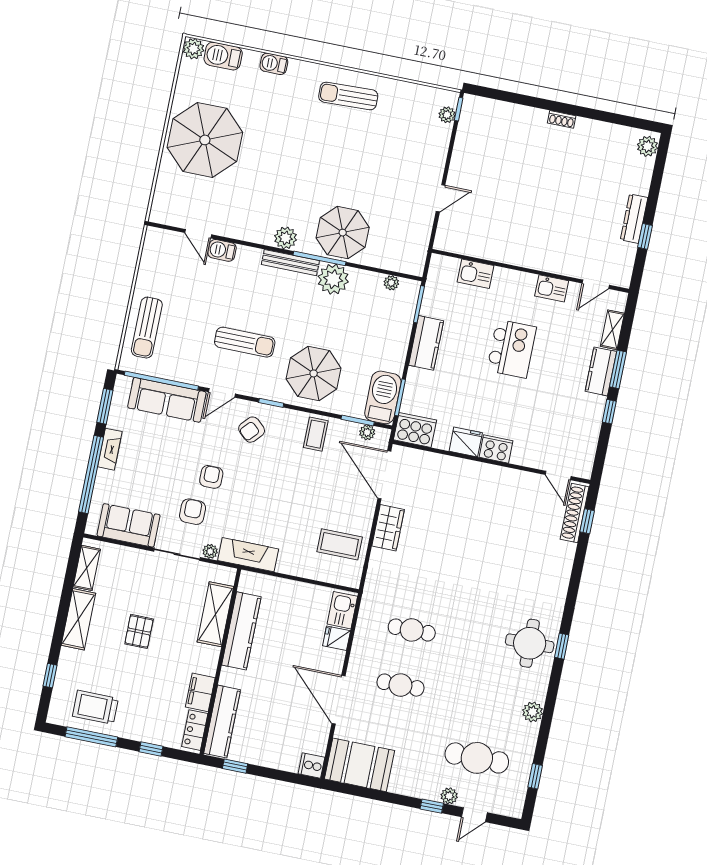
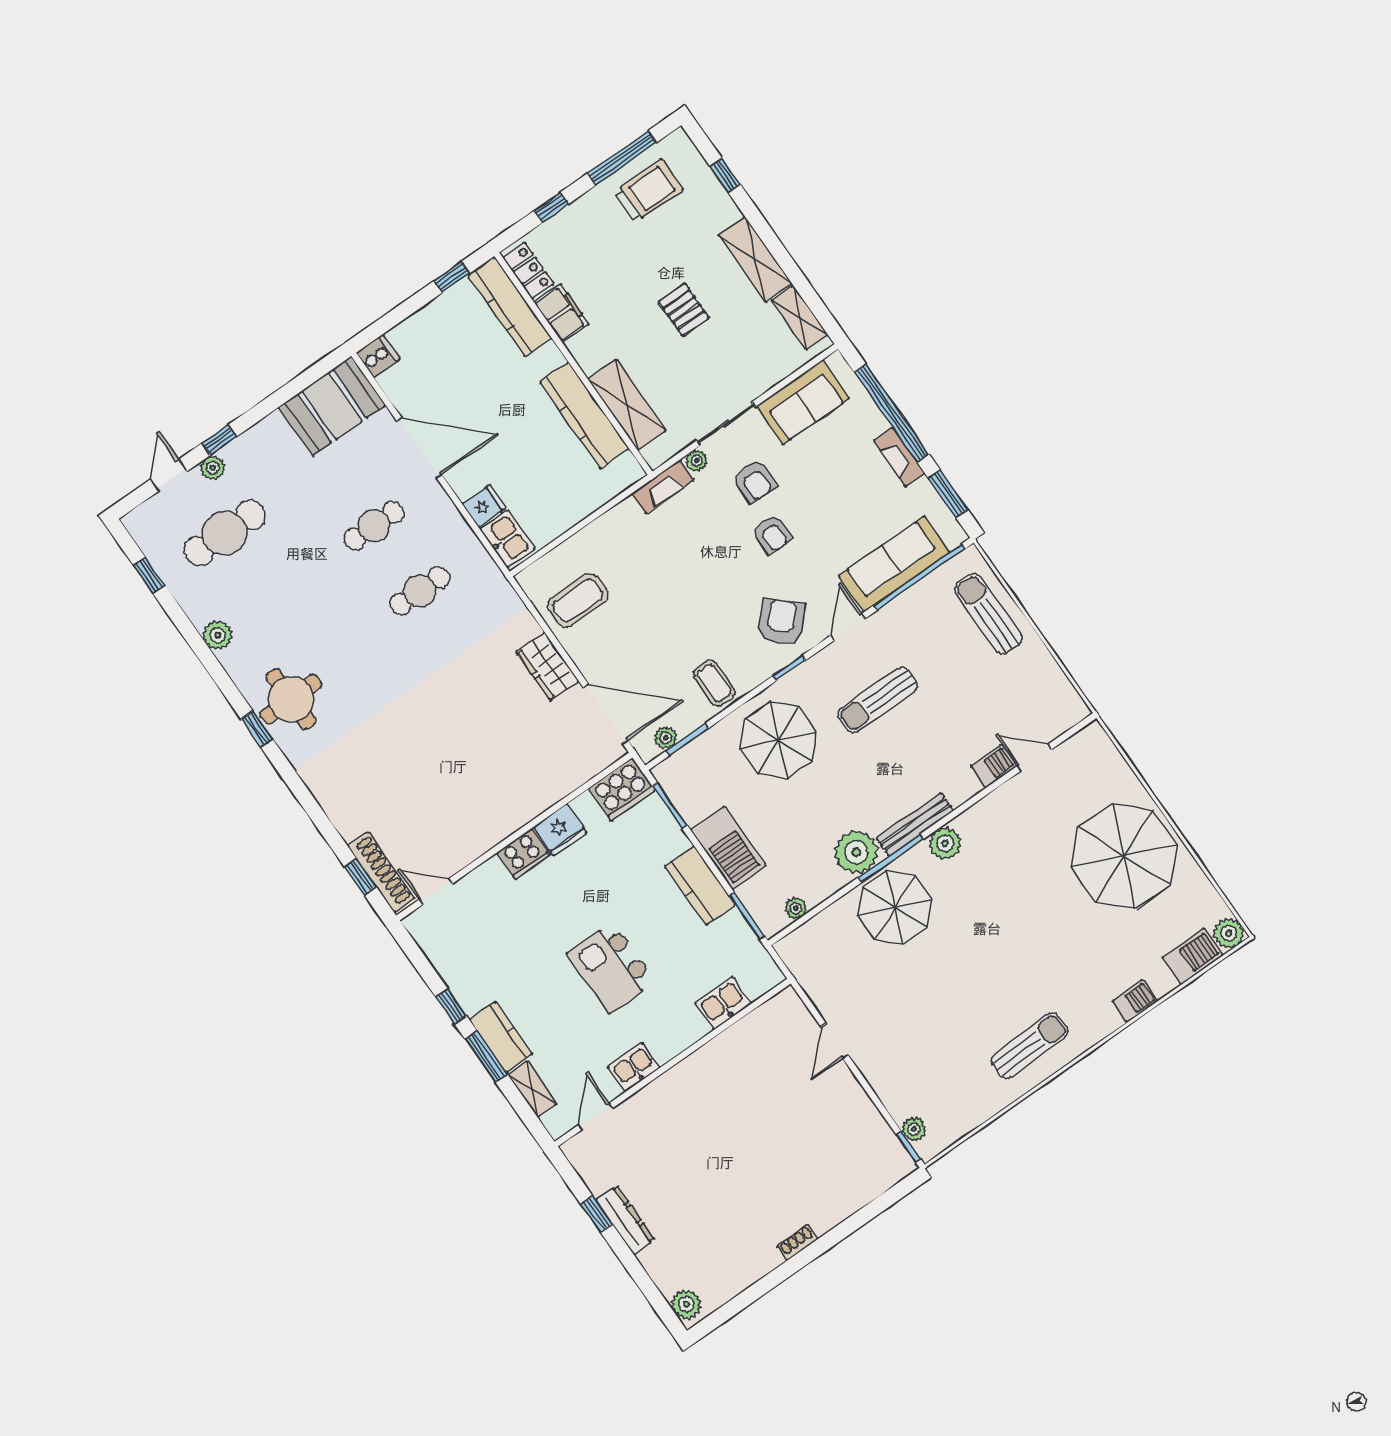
barbecue: (383, 397) -> (728, 848), moved
armchair: (252, 430) -> (781, 622), width x1.38, depth x1.38
fireplace: (248, 555) -> (663, 487), width x0.73, depth x0.76

